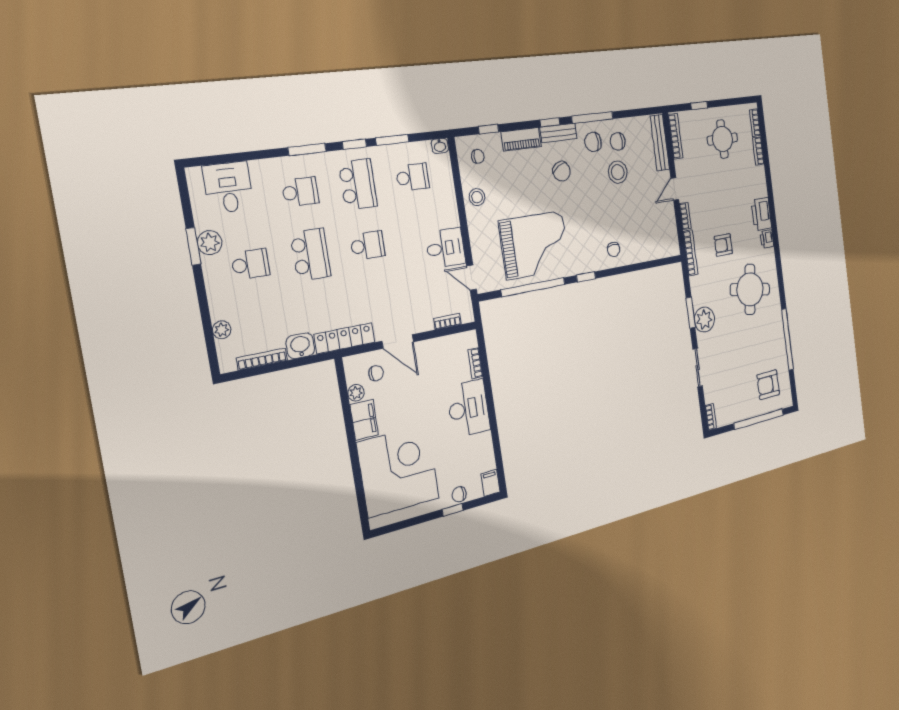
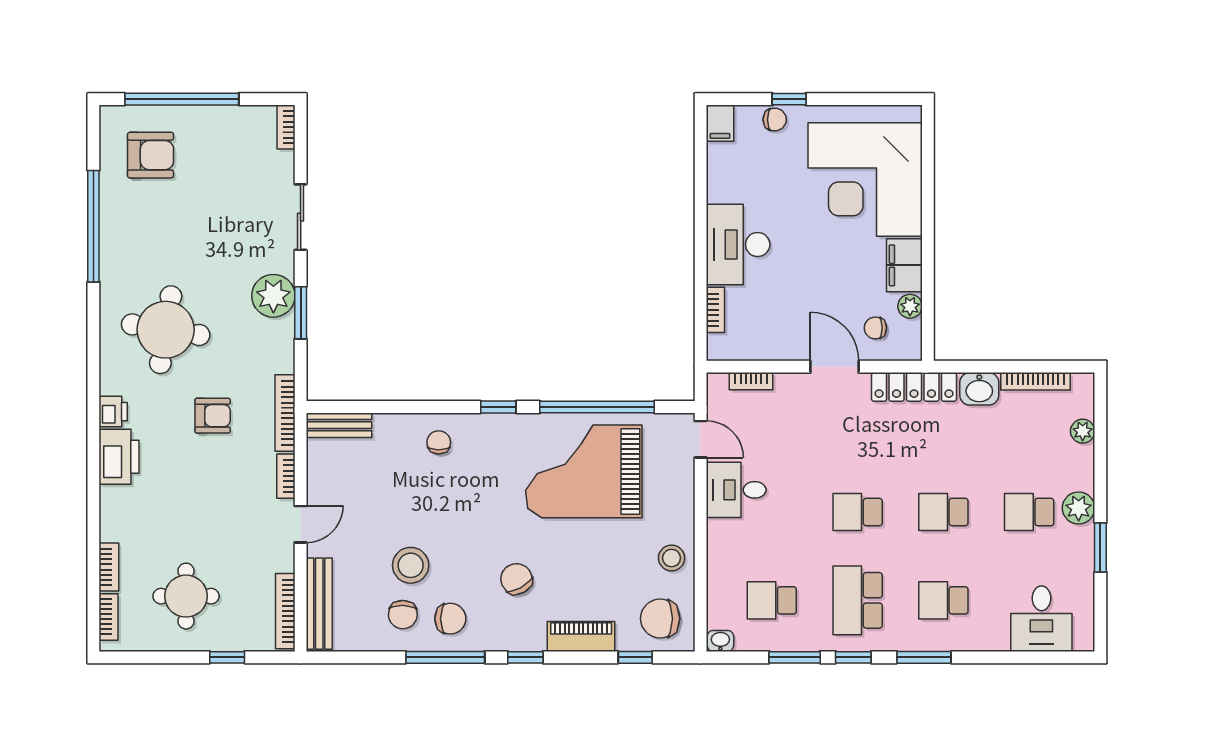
bench: (559, 133) -> (339, 425), moved
chair: (618, 141) -> (403, 615), turned 91
chair: (478, 156) -> (660, 619), width x1.87, depth x1.87
plant: (210, 243) -> (1079, 508), moved
school desk: (311, 255) -> (943, 512), width x0.54

